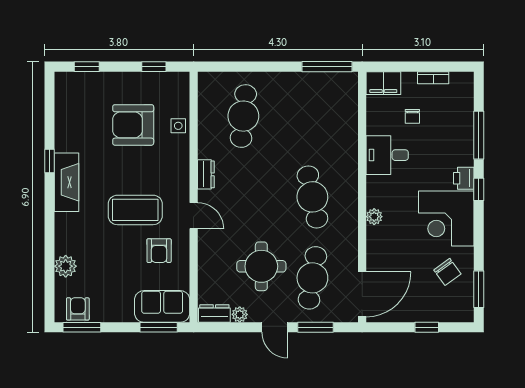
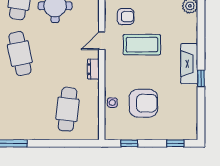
door: (194, 216) -> (102, 41), hinge flipped
armchair: (159, 251) -> (126, 17), turned 90

